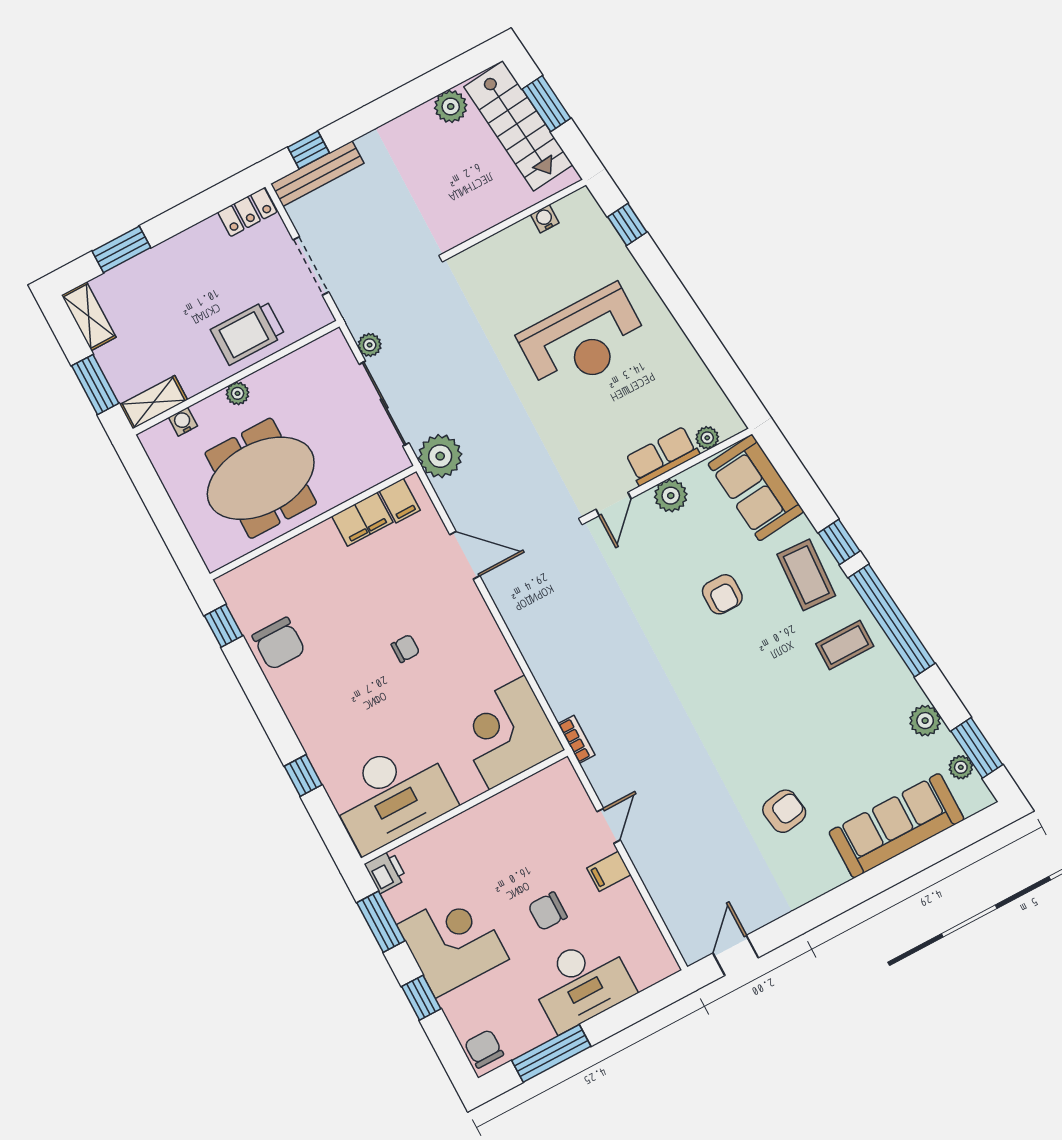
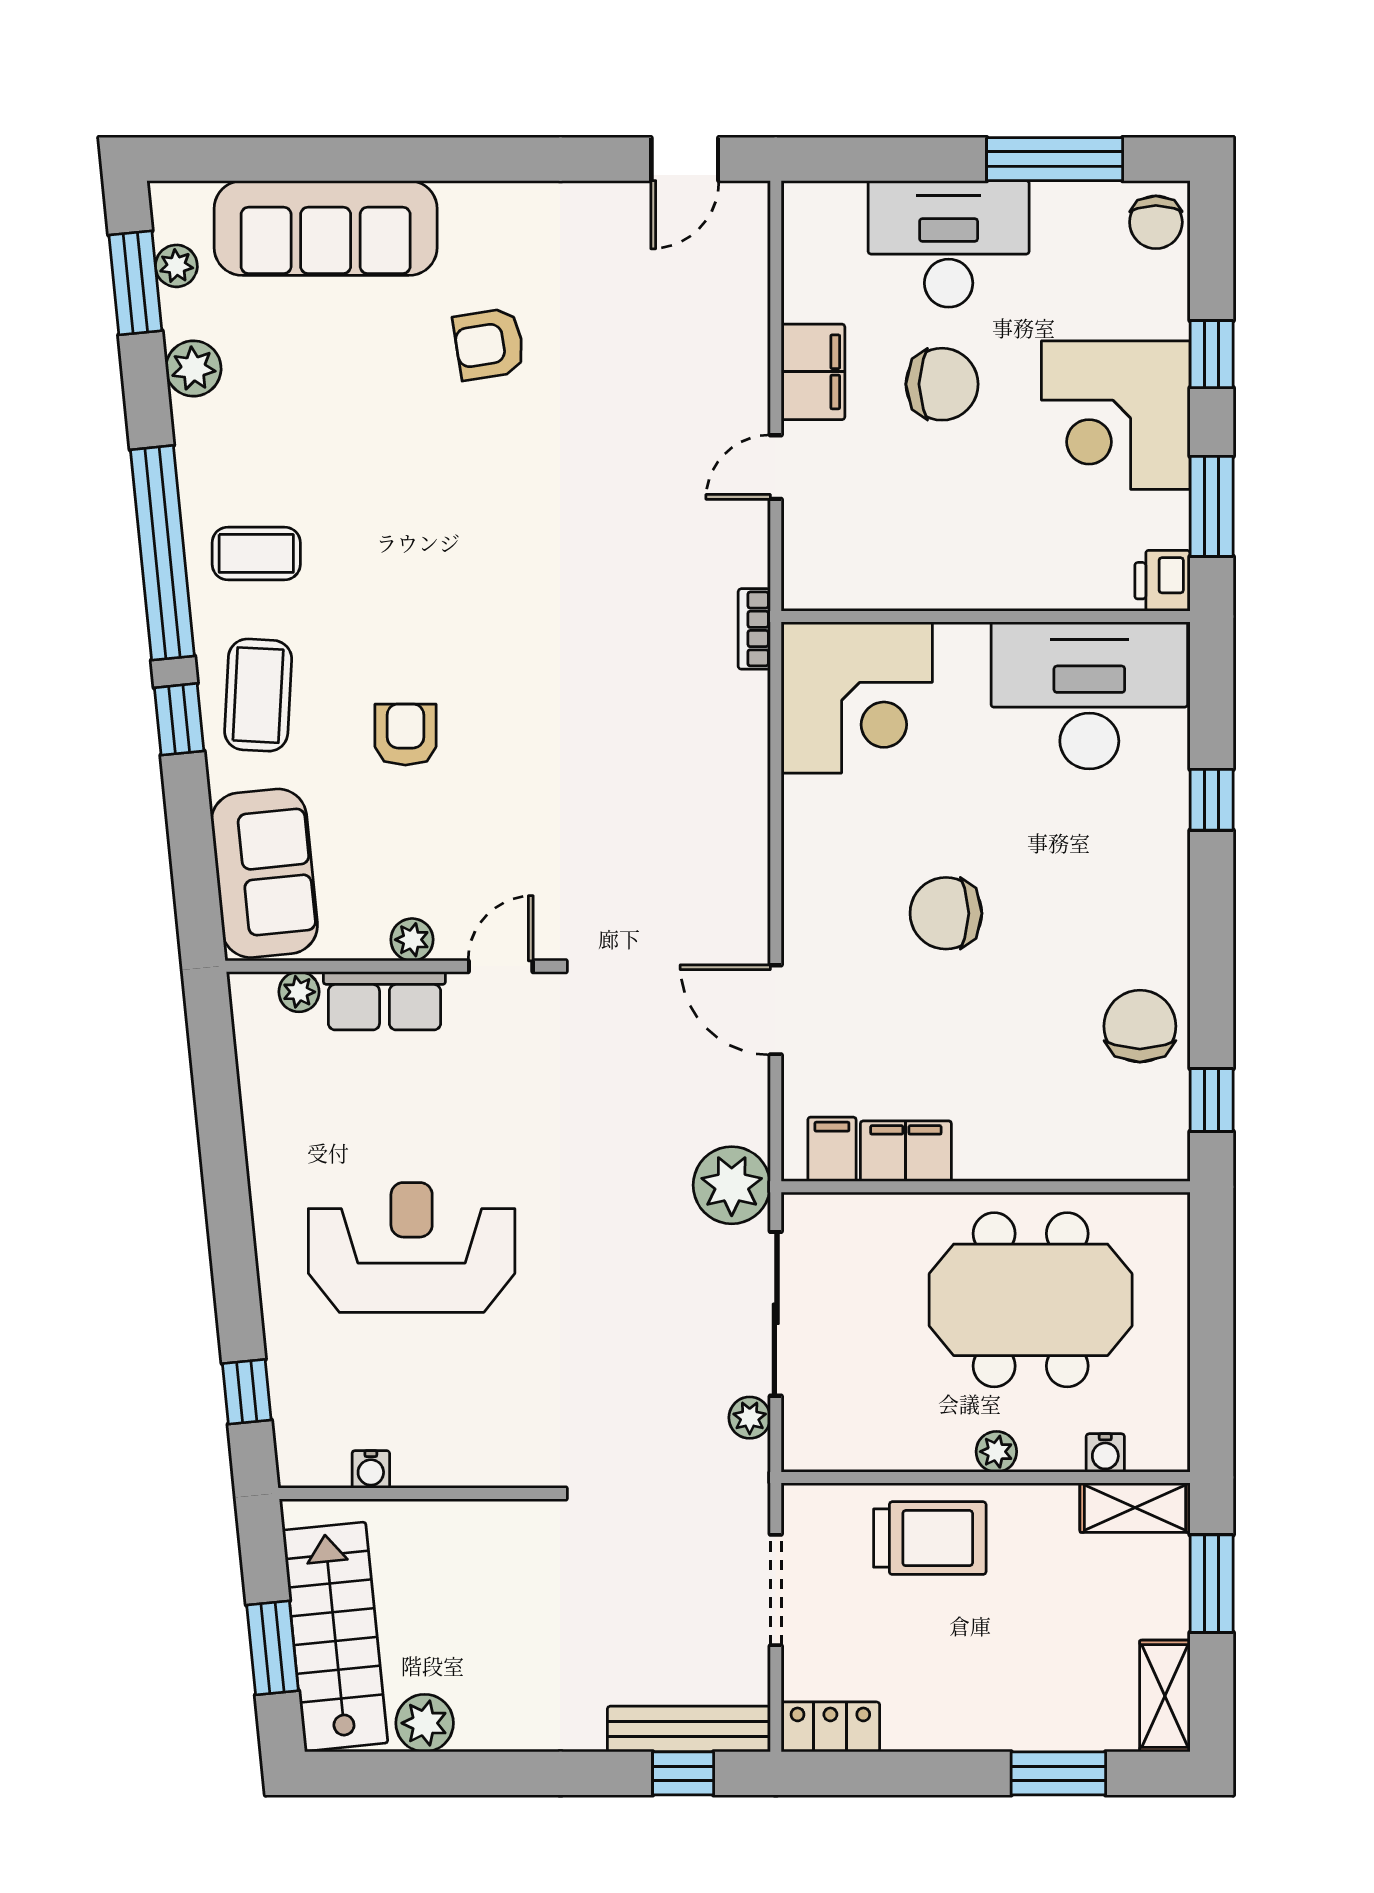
plant: (671, 496) -> (412, 940), width x0.73, depth x0.73
chair: (405, 649) -> (946, 913), width x1.87, depth x1.87
filing cabinet: (609, 871) -> (813, 372), width x2.00
chair: (548, 911) -> (942, 384), width x1.37, depth x1.37

